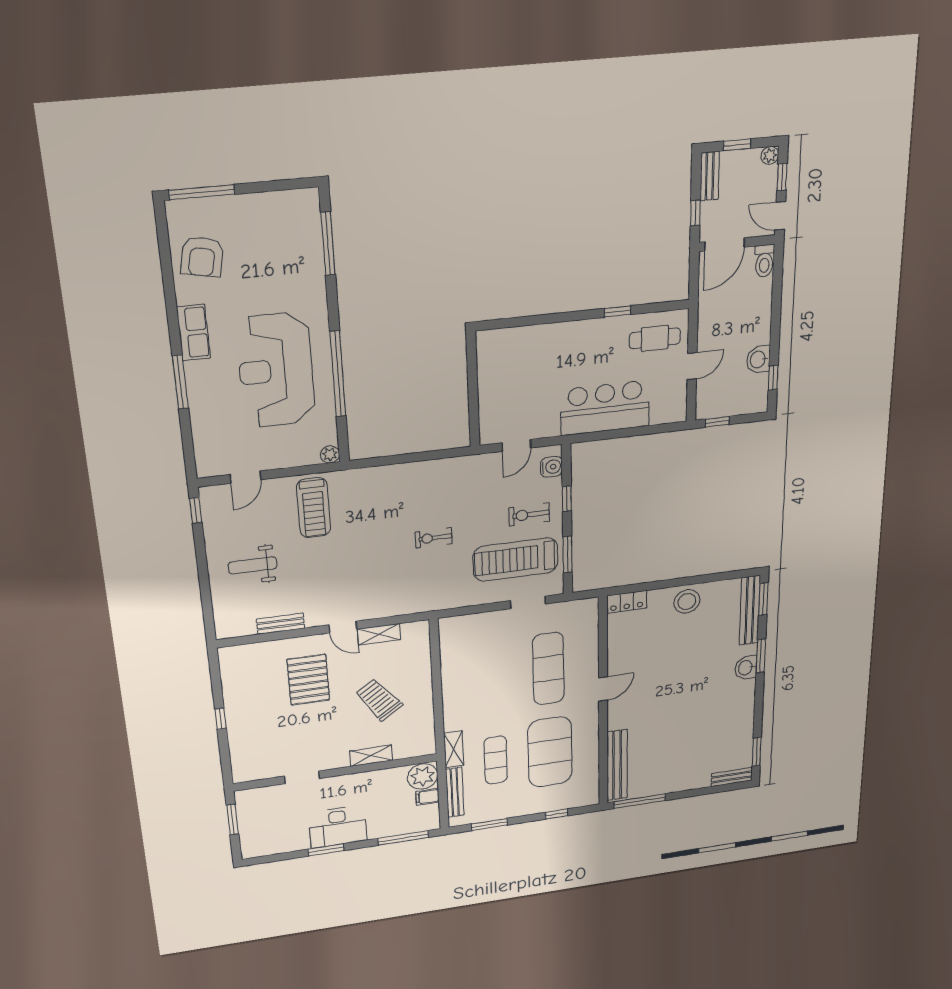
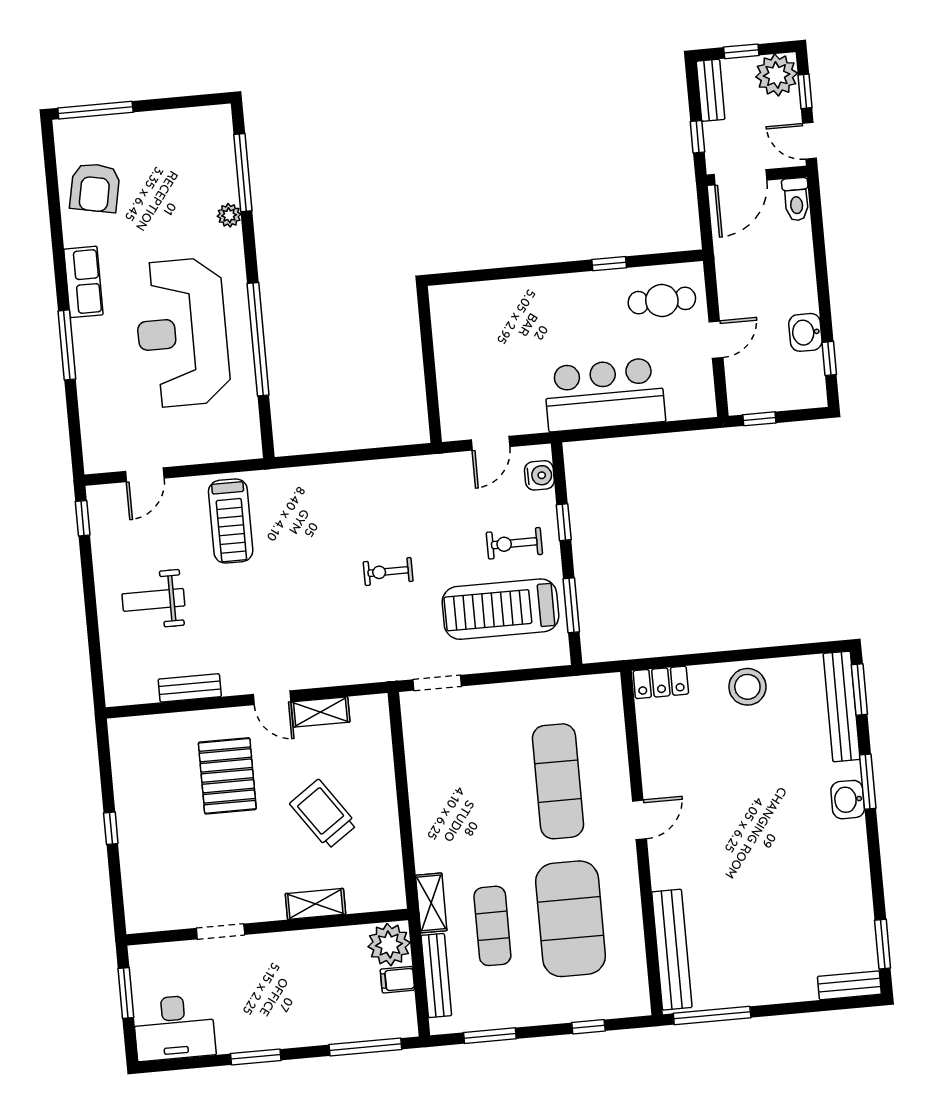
plant: (770, 155) -> (777, 75), width x1.88, depth x1.88
plant: (330, 454) -> (229, 215), moved
doorway: (528, 602) -> (437, 683), moved
desk: (338, 827) -> (174, 1028), moved

